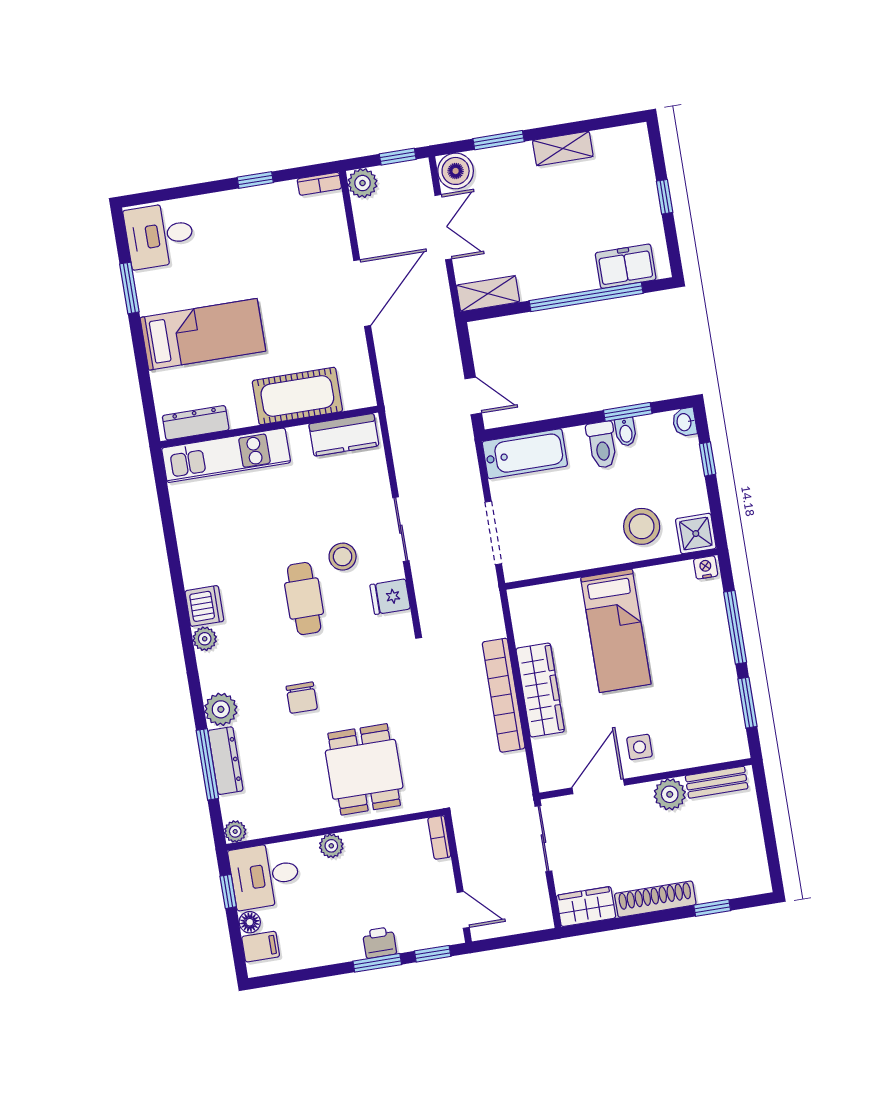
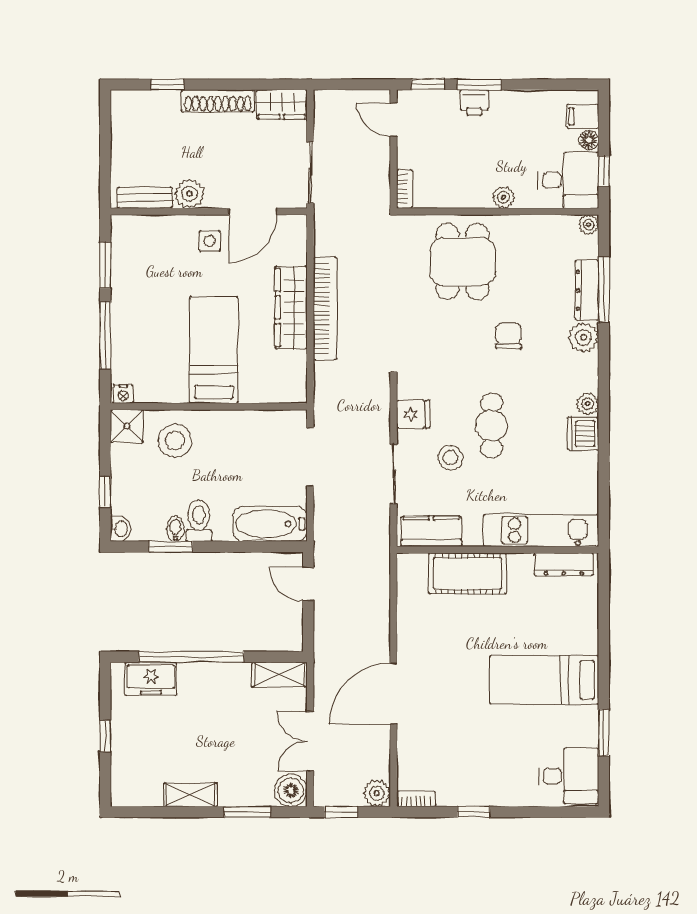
cot: (297, 396) -> (468, 573), moved
dresser: (196, 423) -> (564, 564), moved
wall: (269, 427) -> (498, 550), moved
kitchen counter: (344, 435) -> (431, 531), moved
kitchen unit: (226, 455) -> (541, 530), moved

